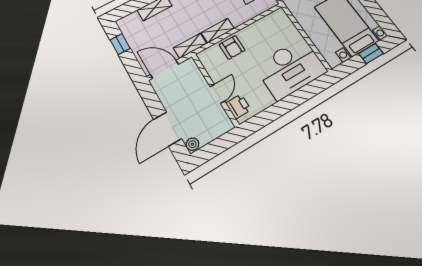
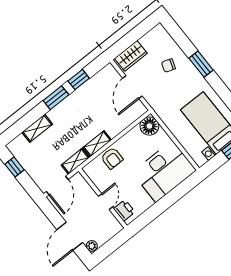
floor lamp: (278, 19) -> (149, 126), added
door: (164, 69) -> (57, 185), swing flipped

